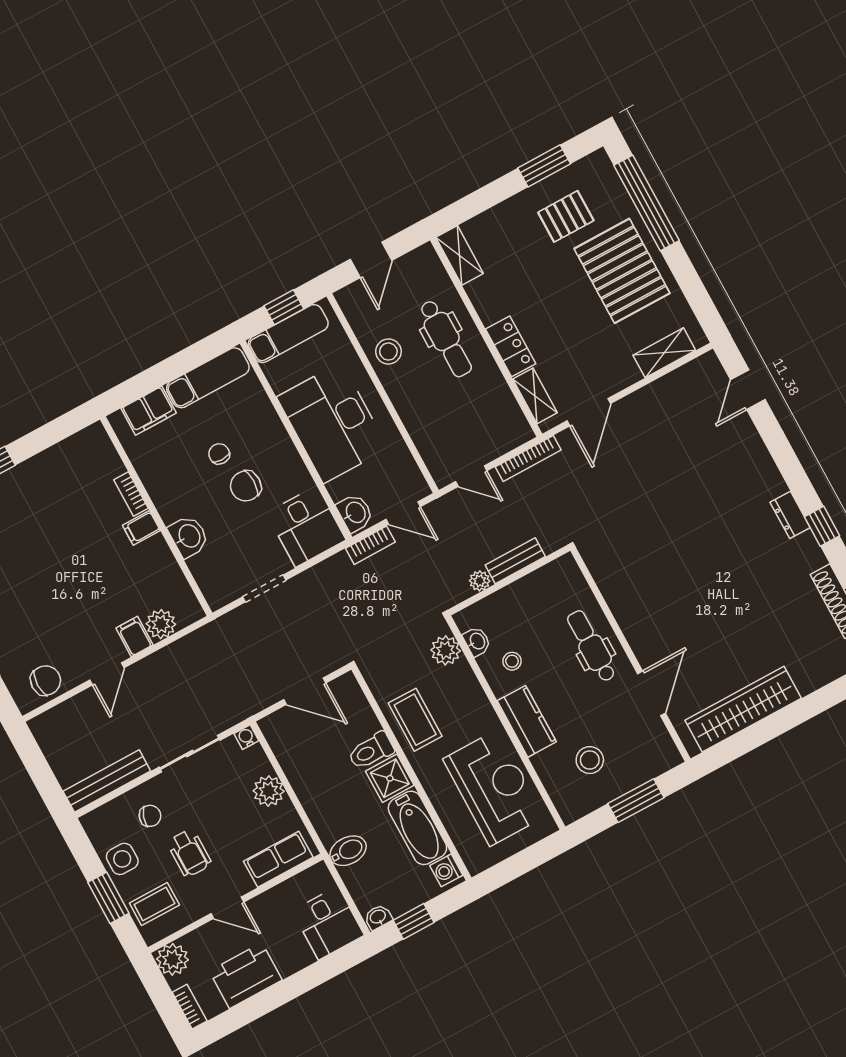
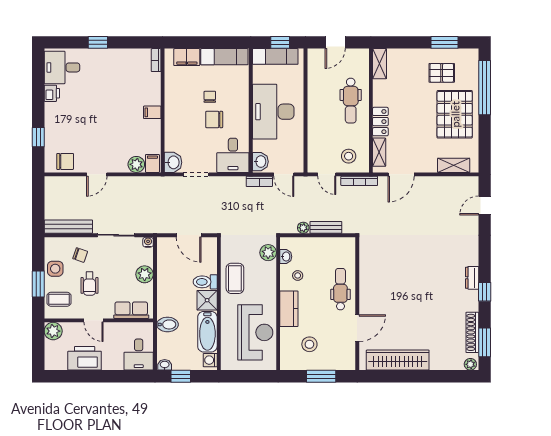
stool: (388, 352) -> (349, 156), moved
bookcase: (131, 494) -> (156, 60), moved
washbasin: (189, 536) -> (173, 162), moved
filing cabinet: (134, 636) -> (152, 163), moved
bookcase: (190, 1007) -> (49, 359), removed

